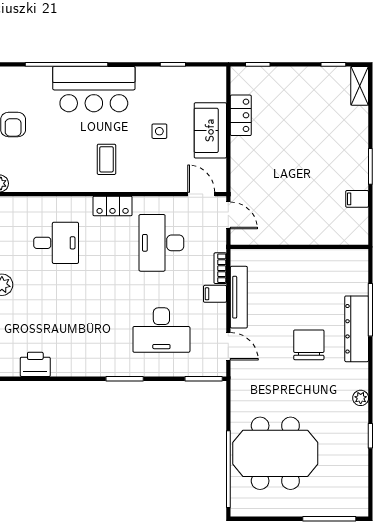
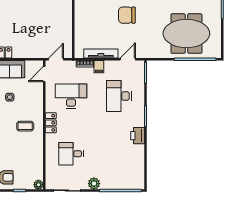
desk: (56, 243) -> (71, 154), turned -90
desk: (161, 243) -> (71, 96), turned 180
desk: (161, 330) -> (119, 96), turned 180
printer: (35, 364) -> (138, 136), moved
meeting table: (275, 453) -> (186, 34), turned 90

